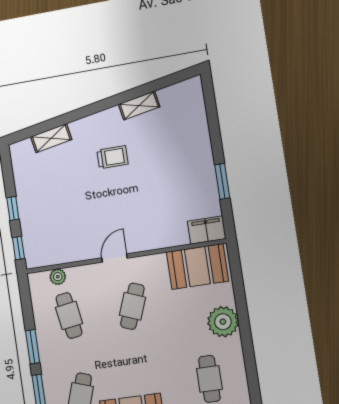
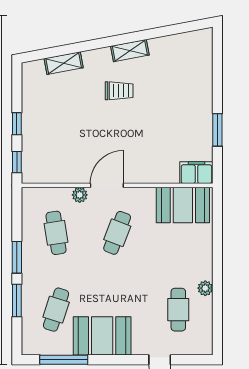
shelving: (139, 106) -> (130, 51), moved
door: (114, 258) -> (107, 185), width x1.38
plant: (58, 277) -> (80, 195), moved
plant: (223, 322) -> (205, 288), moved, width x0.53, depth x0.53

